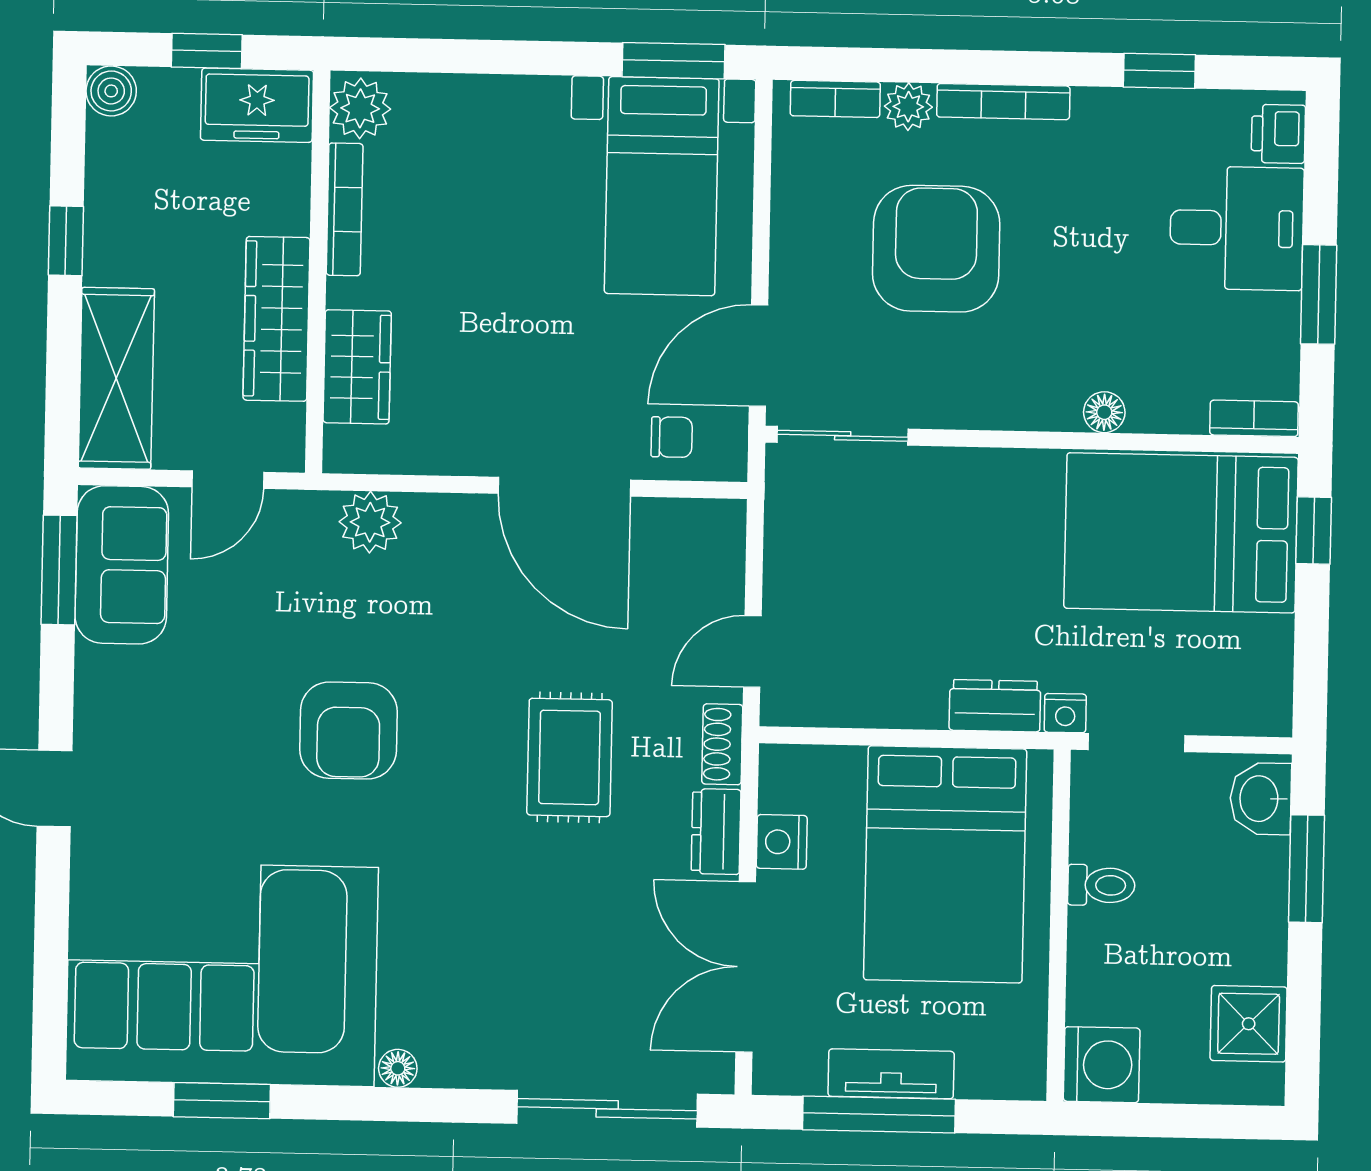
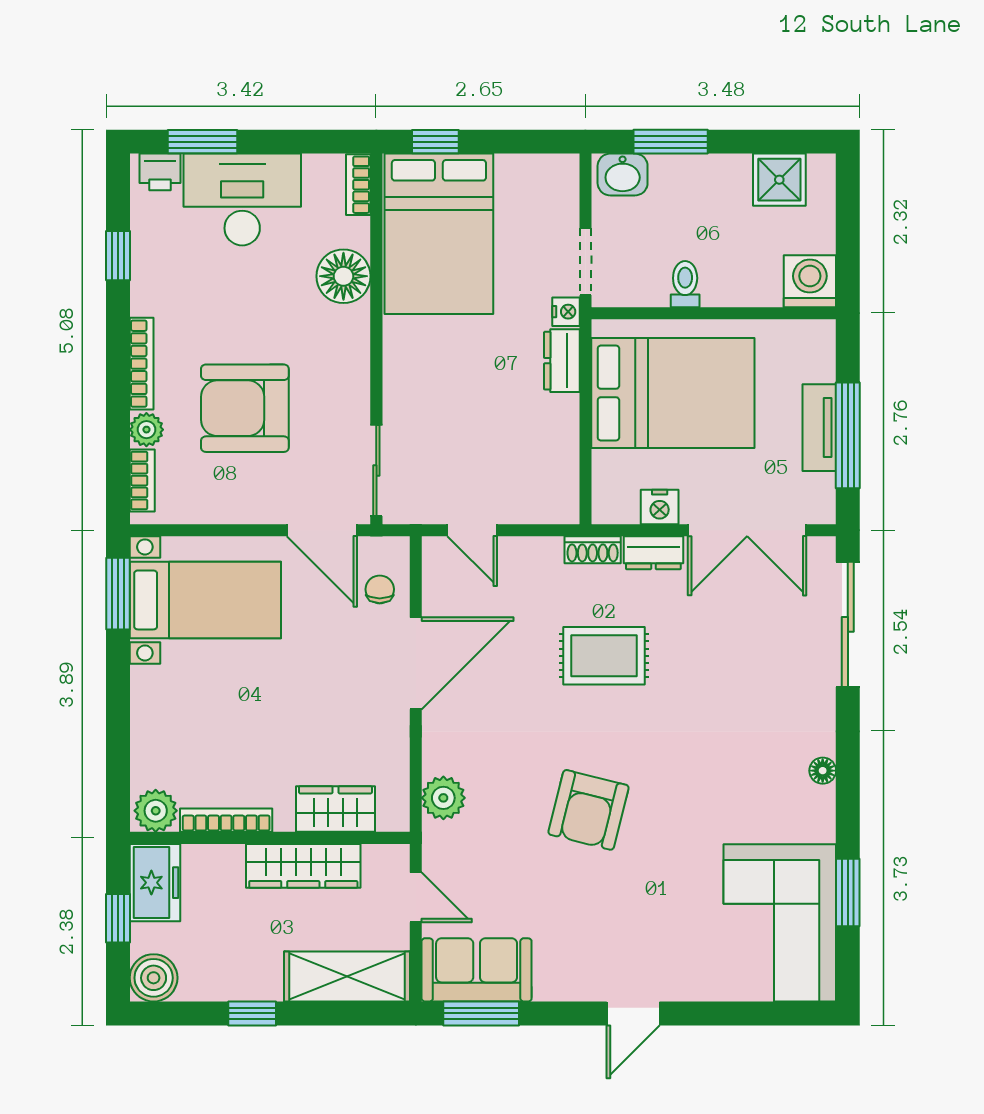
boiler: (111, 91) -> (154, 978), width x1.36, depth x1.36
desk: (1237, 228) -> (242, 199), width x1.37
window: (1319, 294) -> (203, 142), moved
floor lamp: (1104, 412) -> (343, 276), width x1.89, depth x1.89
door: (752, 652) -> (472, 530), moved
armchair: (348, 730) -> (588, 810), turned 104
corner sofa: (222, 974) -> (780, 923), width x0.73, depth x0.74

